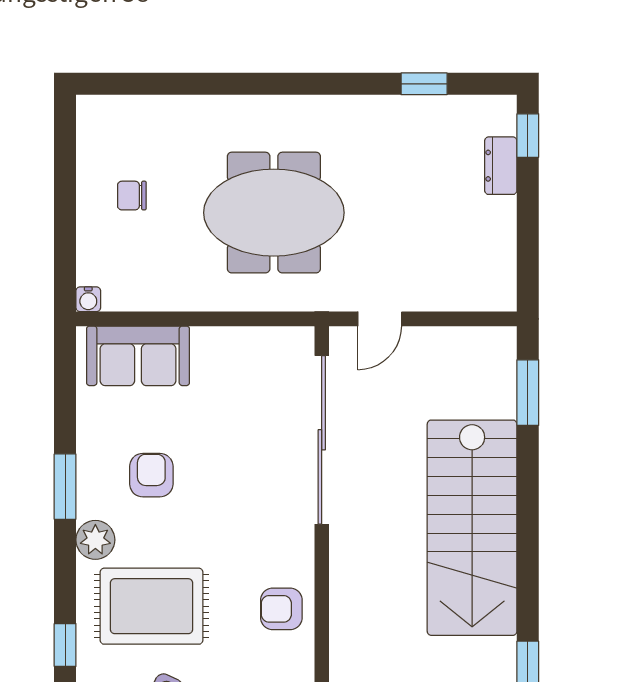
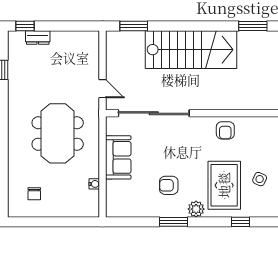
chair: (132, 196) -> (34, 194), moved
water cooler: (88, 299) -> (94, 184), moved
sofa: (138, 356) -> (118, 157), moved

